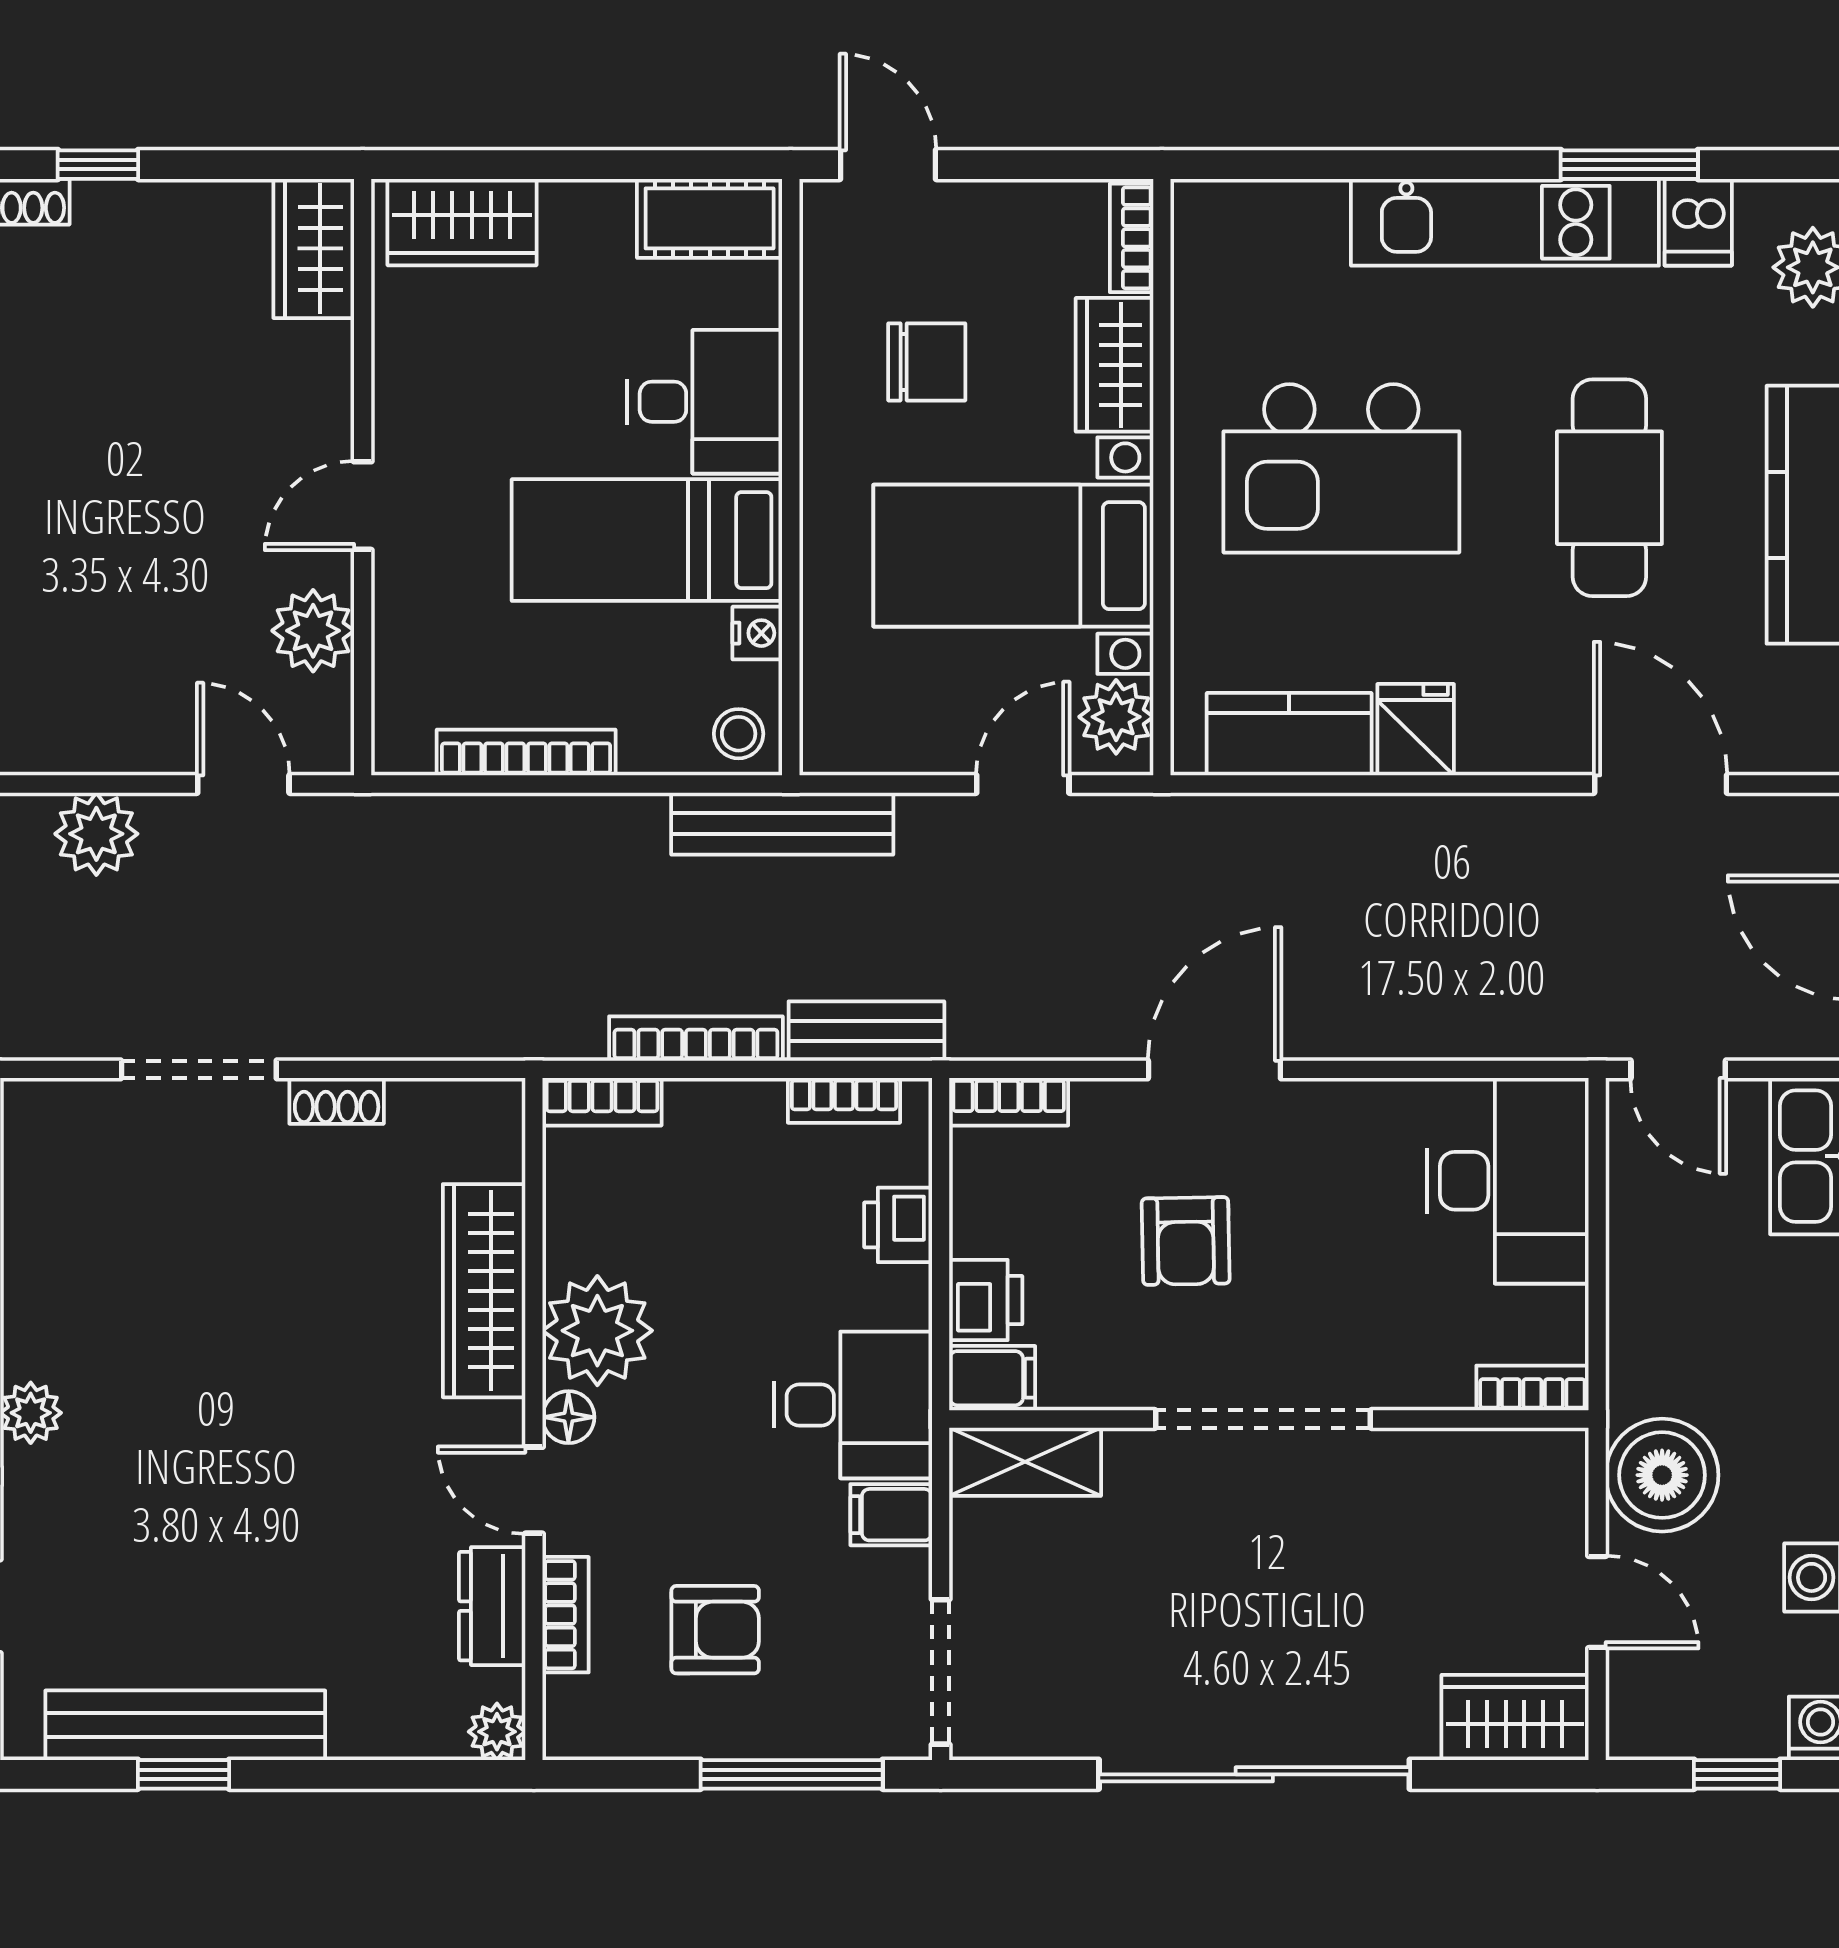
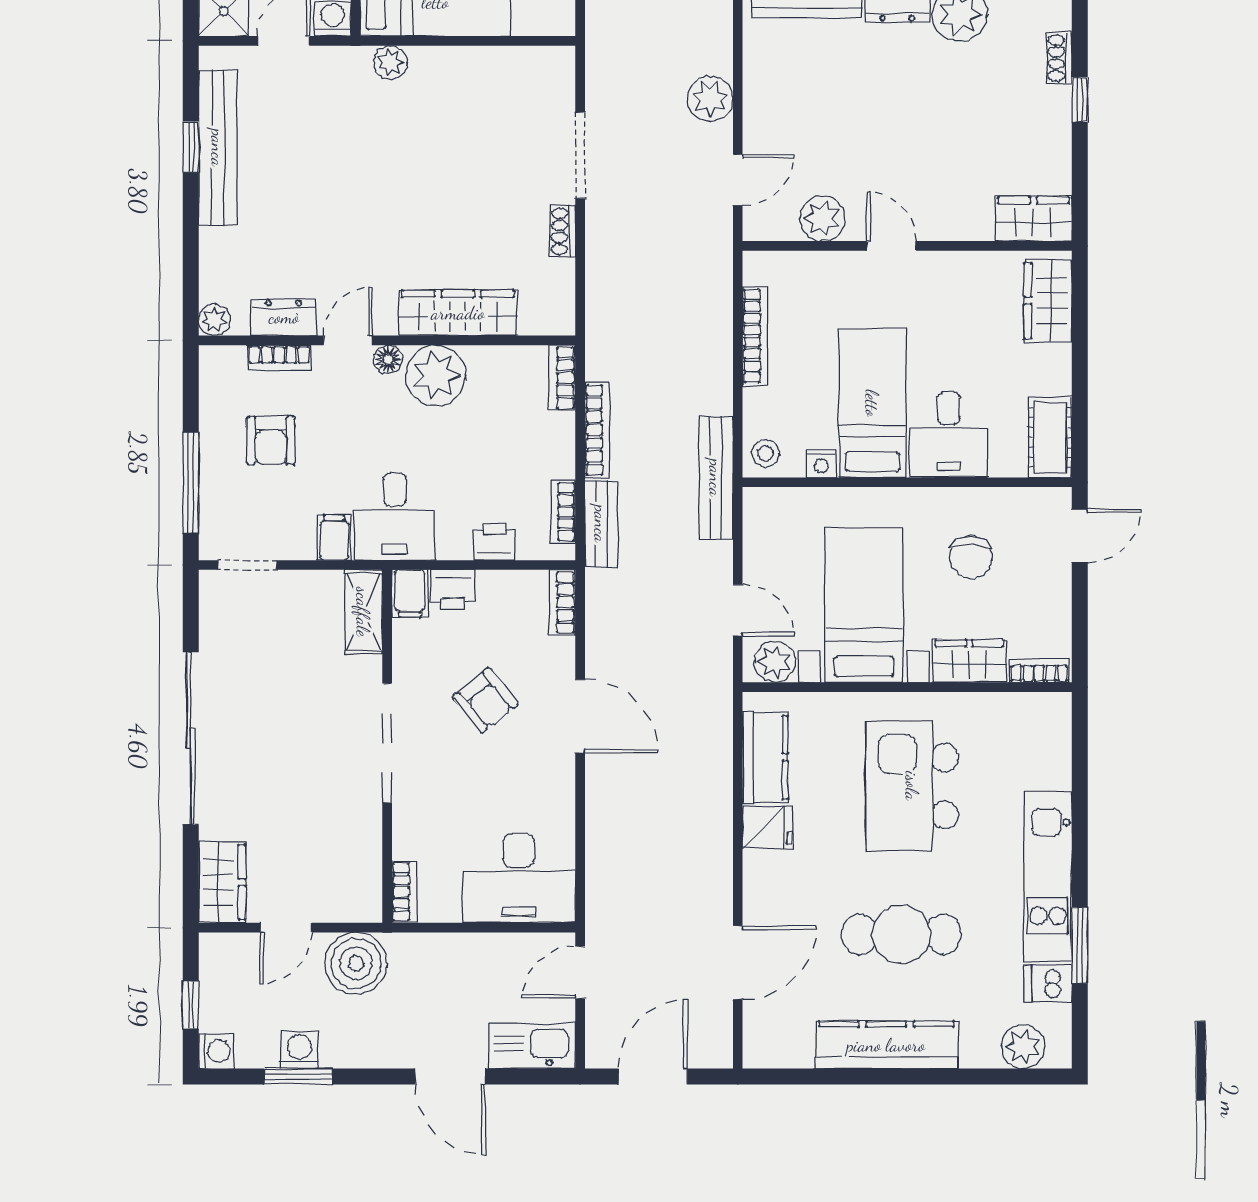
armchair: (1186, 1241) -> (485, 700), turned -128
doorway: (941, 1672) -> (247, 565), width x0.73

